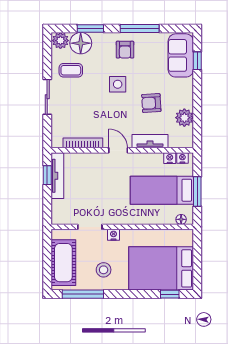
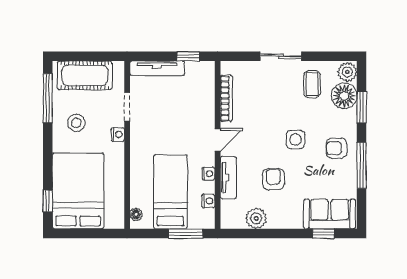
nightstand: (182, 158) -> (209, 174), moved
tv unit: (57, 176) -> (157, 68), moved
window: (197, 191) -> (186, 234), moved

